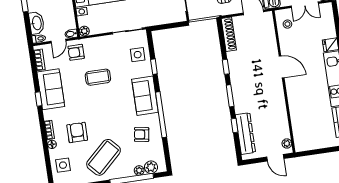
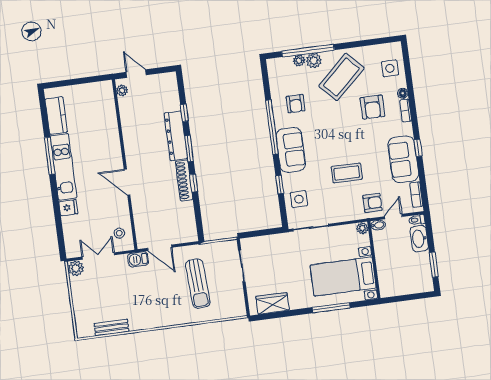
shoe rack: (229, 34) -> (184, 180), moved
armchair: (142, 134) -> (295, 104), turned 81
dresser: (245, 134) -> (176, 136), moved
plant: (151, 167) -> (314, 60), moved

